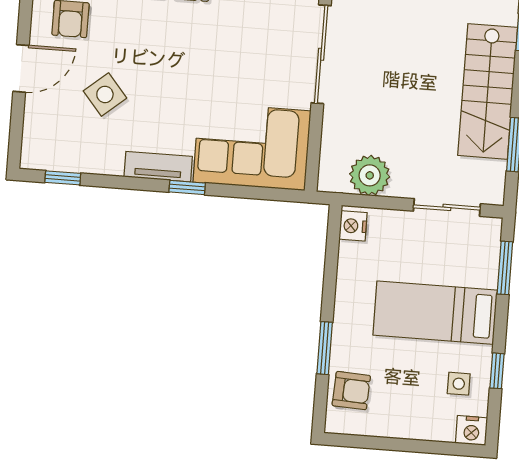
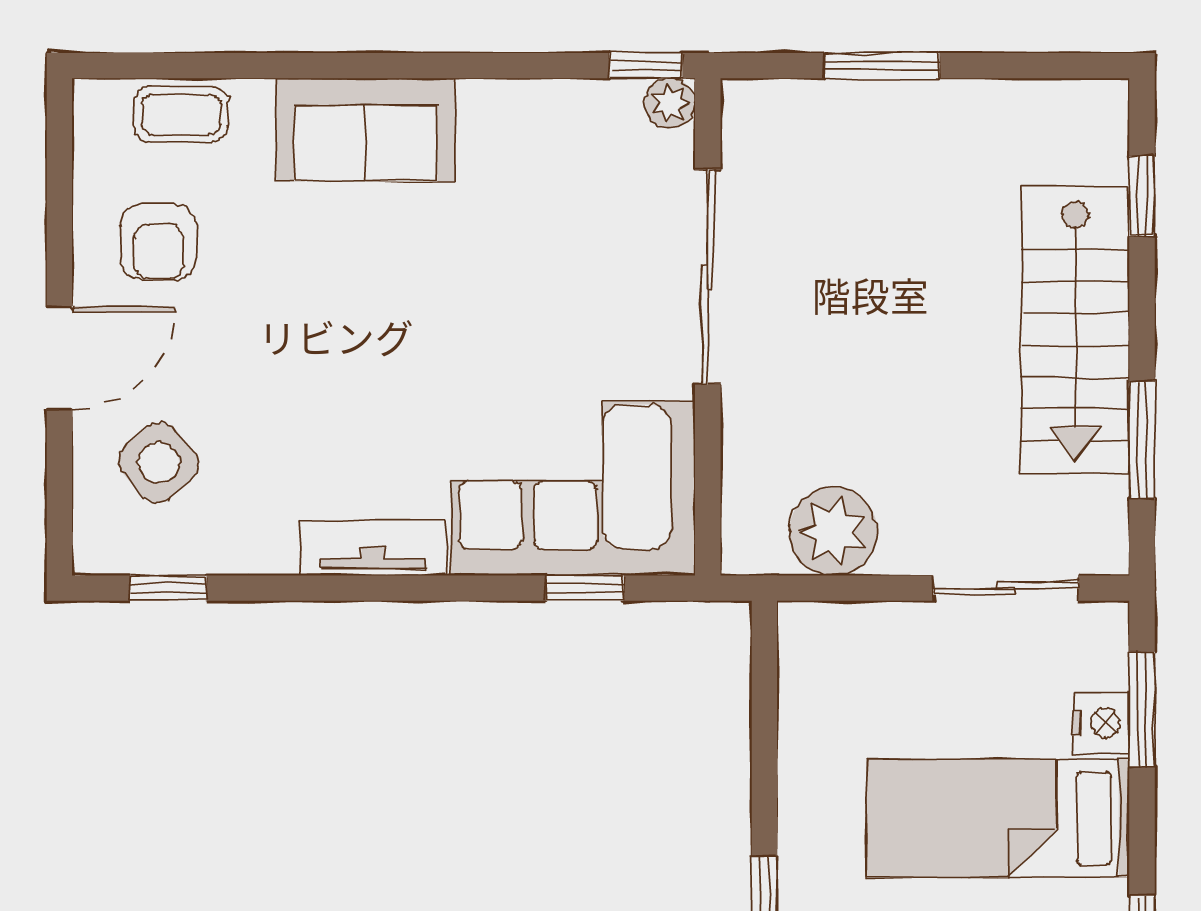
side table: (105, 94) -> (158, 463), moved
window: (187, 187) -> (585, 588), moved
nightstand: (353, 226) -> (1101, 723), moved, turned 180

